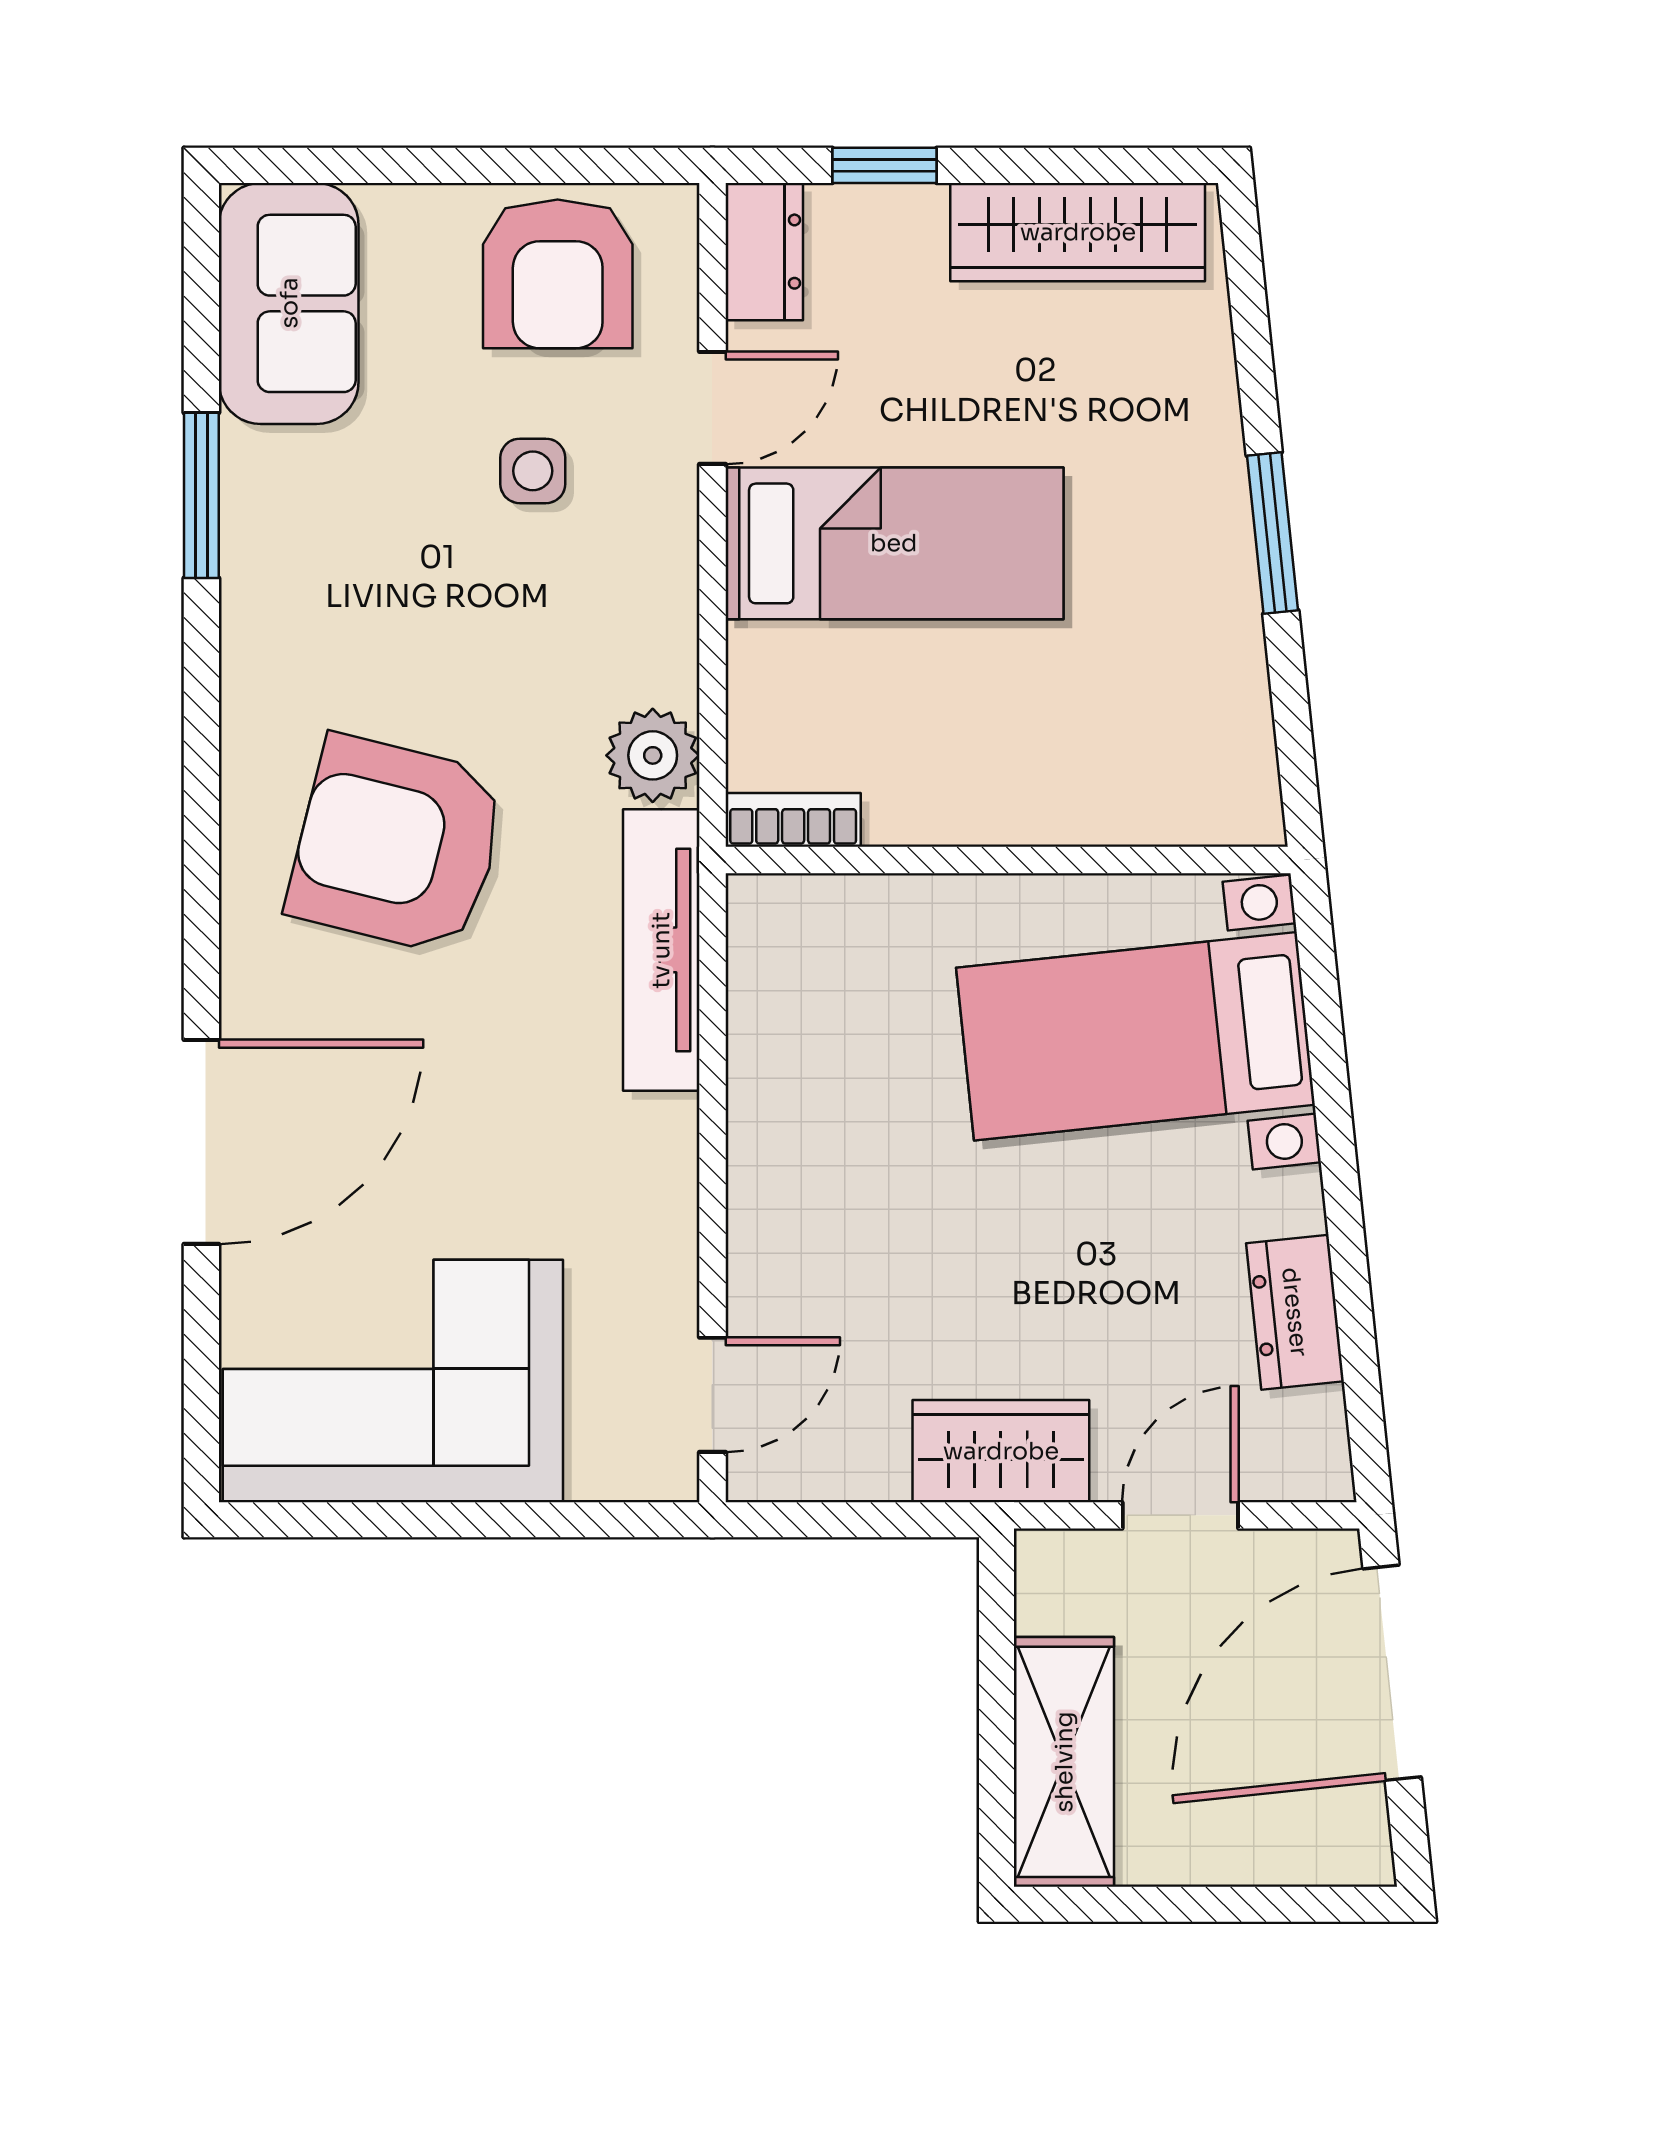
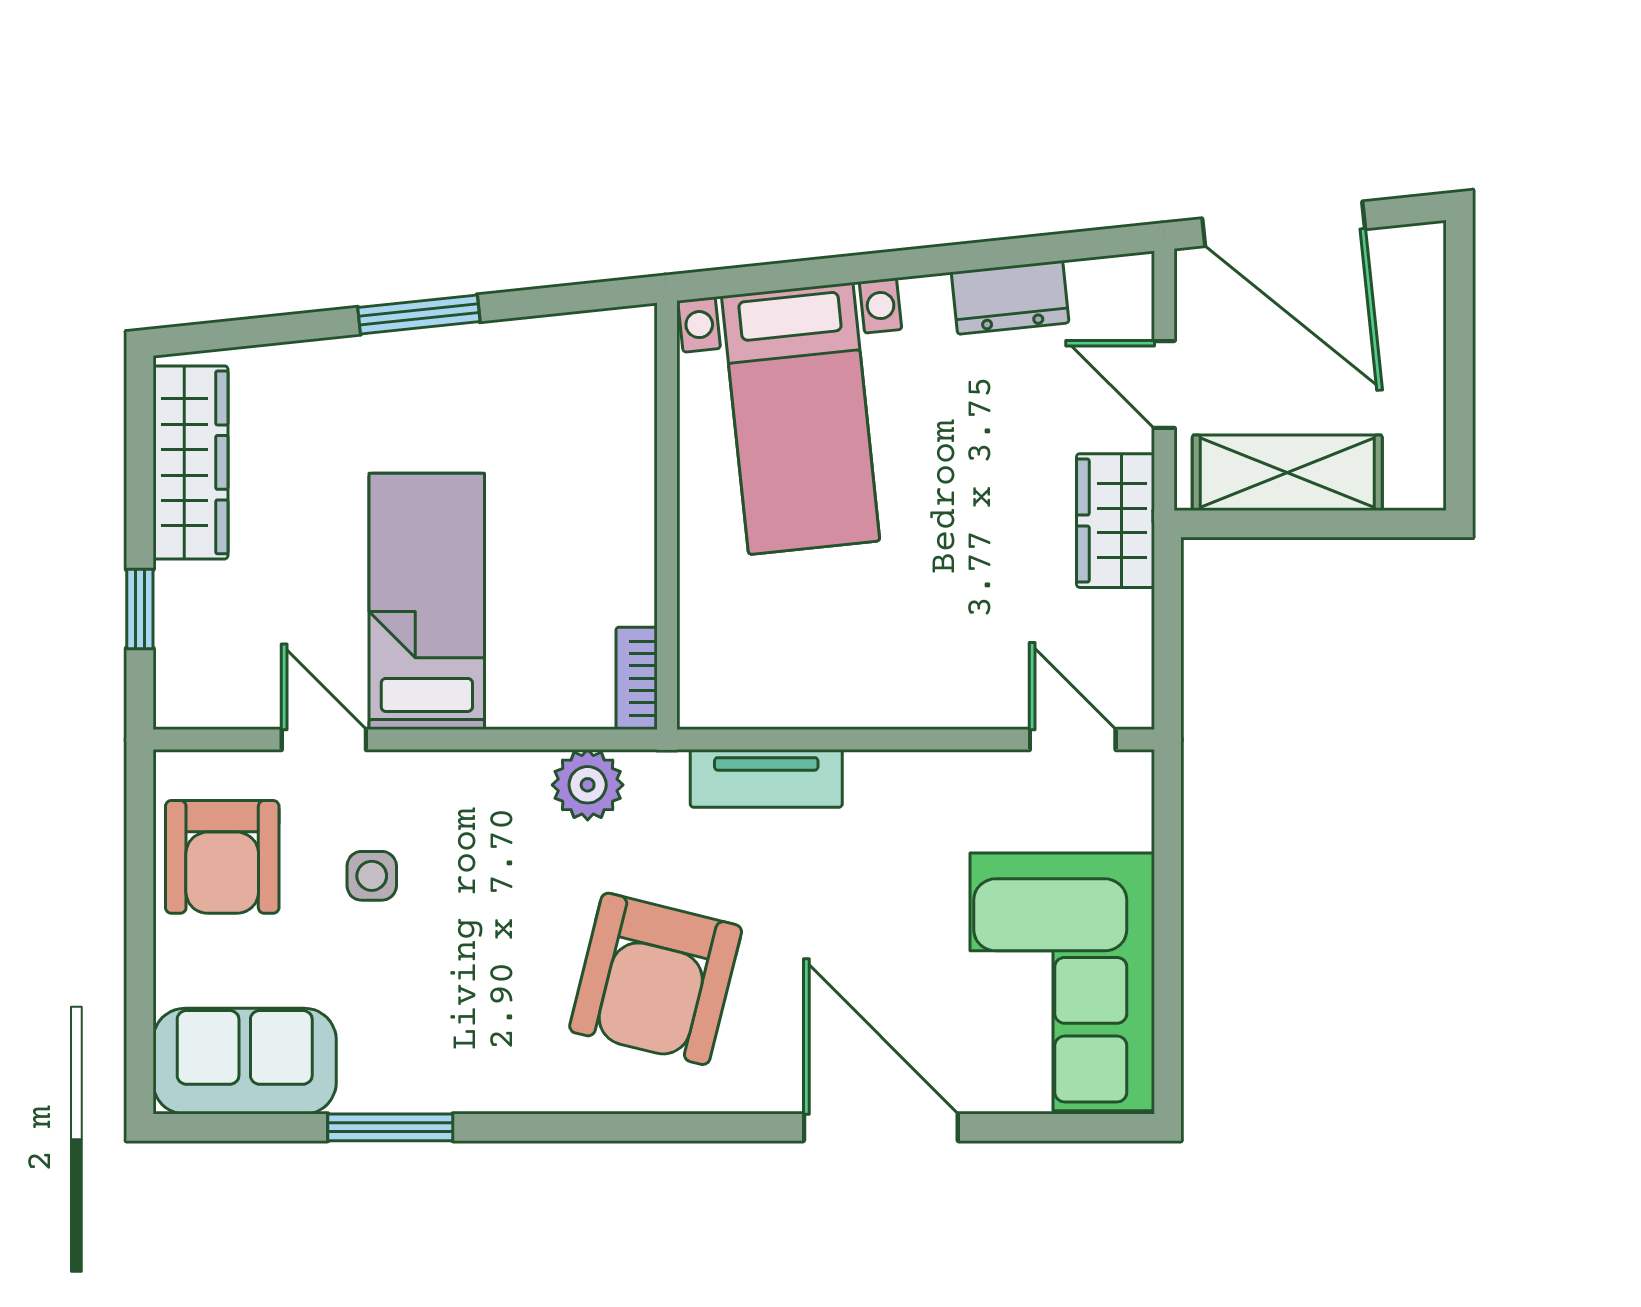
dresser: (764, 252) -> (205, 700), removed
armchair: (558, 274) -> (222, 857), turned 90
tv unit: (661, 950) -> (766, 778), width x0.71
shelving: (1064, 1762) -> (1287, 473), moved

